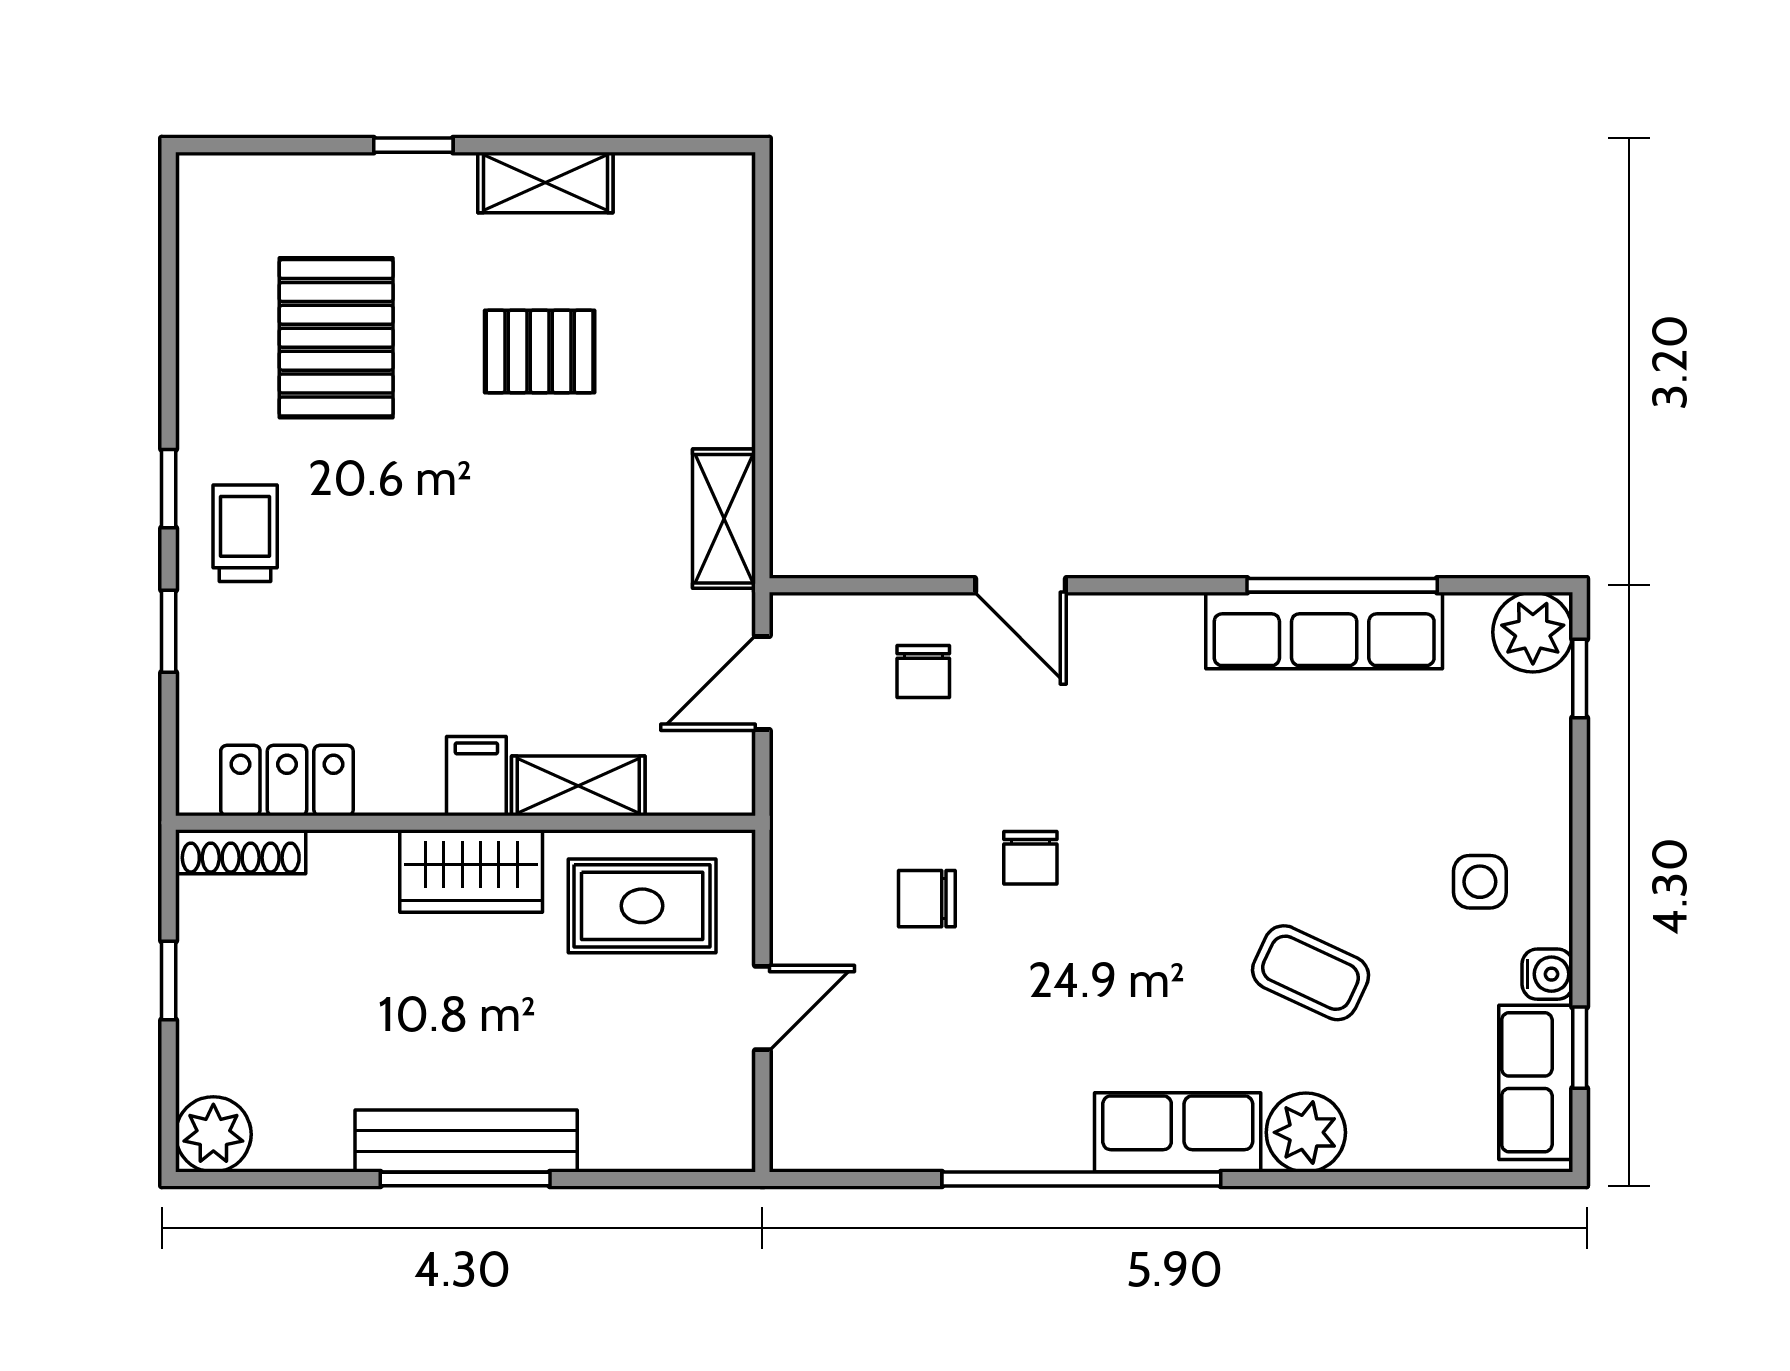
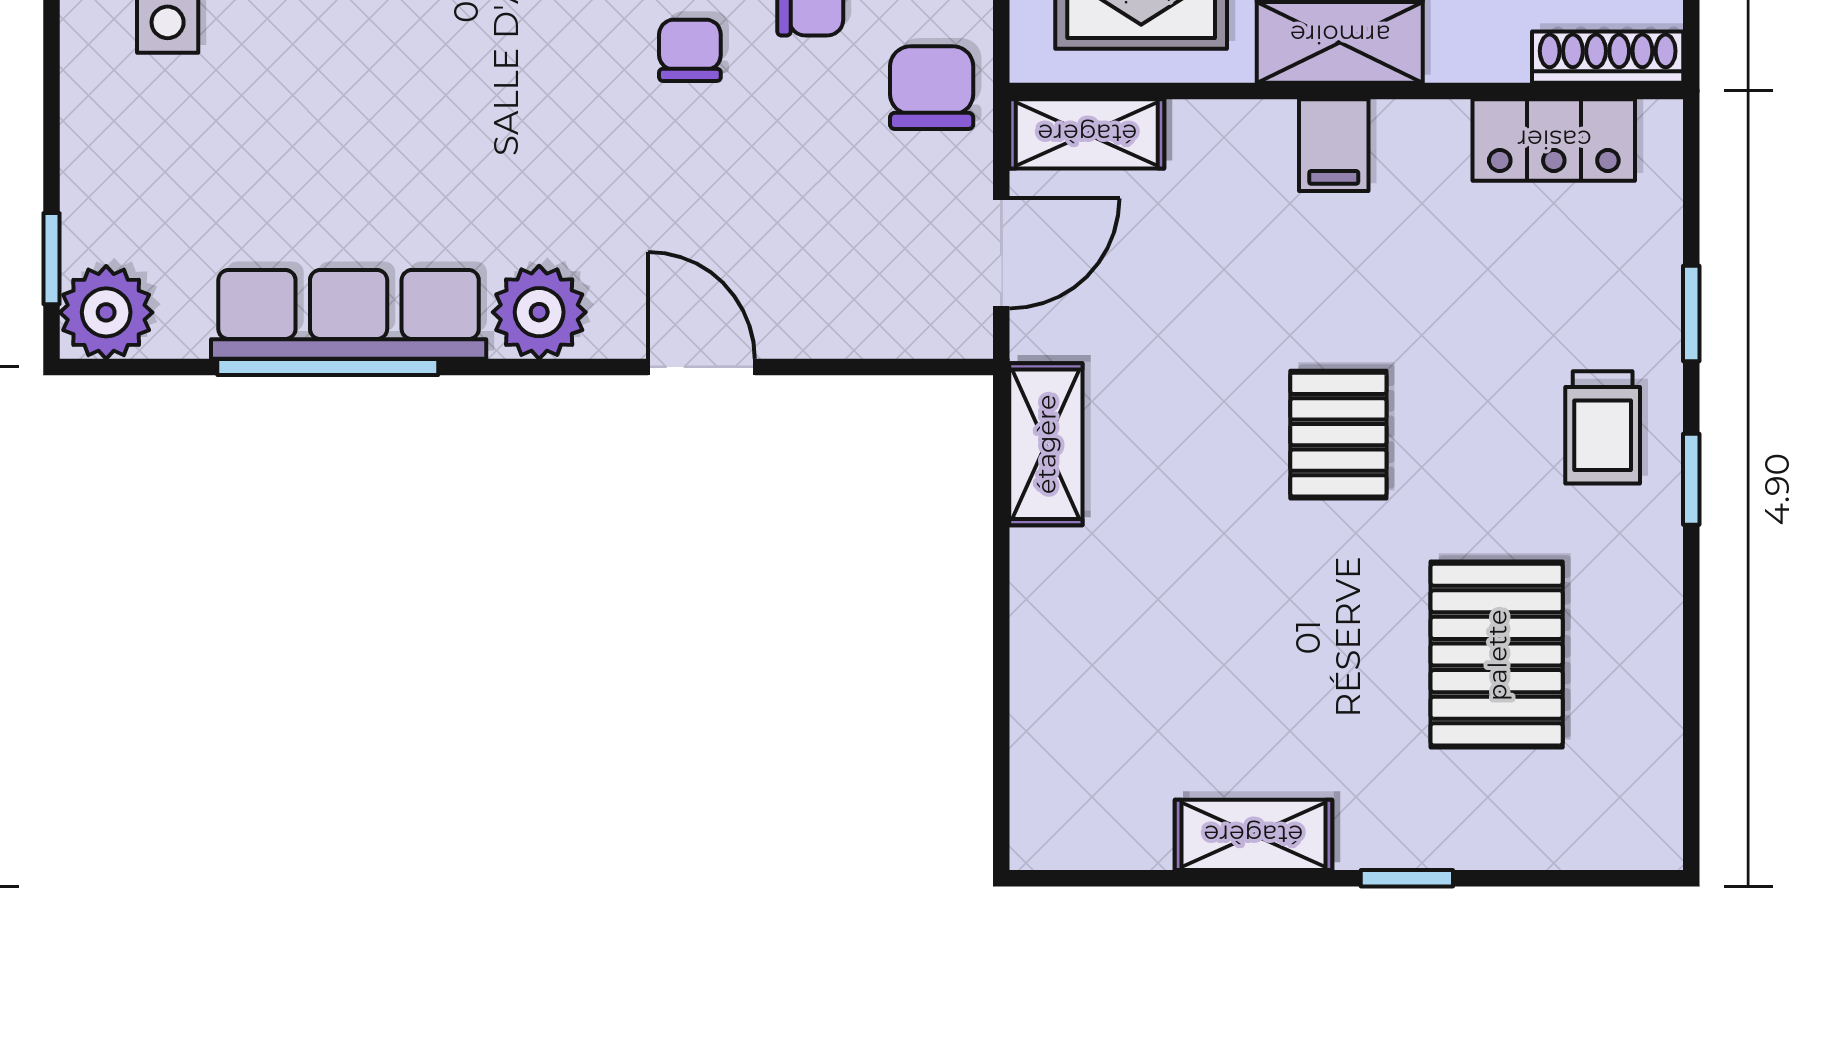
pallet: (540, 351) -> (1338, 435), moved, turned 90
plant: (1160, 632) -> (539, 312), added
chair: (923, 672) -> (932, 88), moved, width x1.37, depth x1.37
shelving: (578, 786) -> (1087, 134), moved

